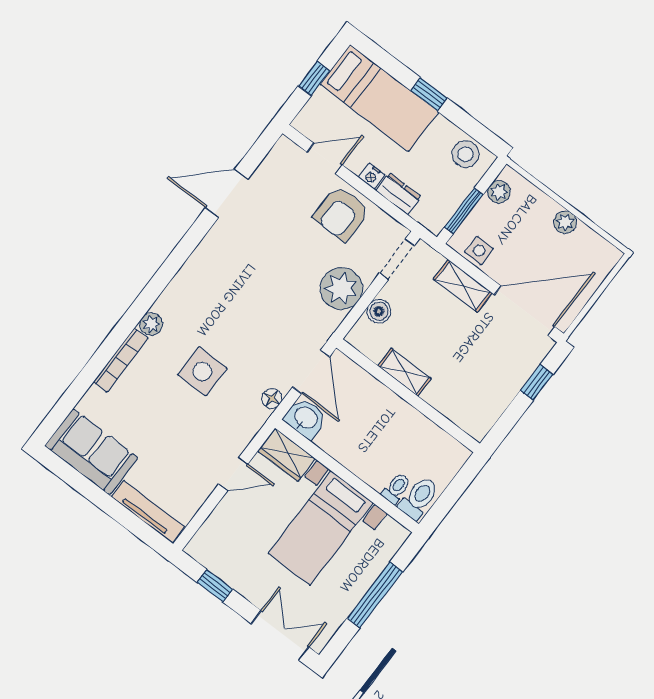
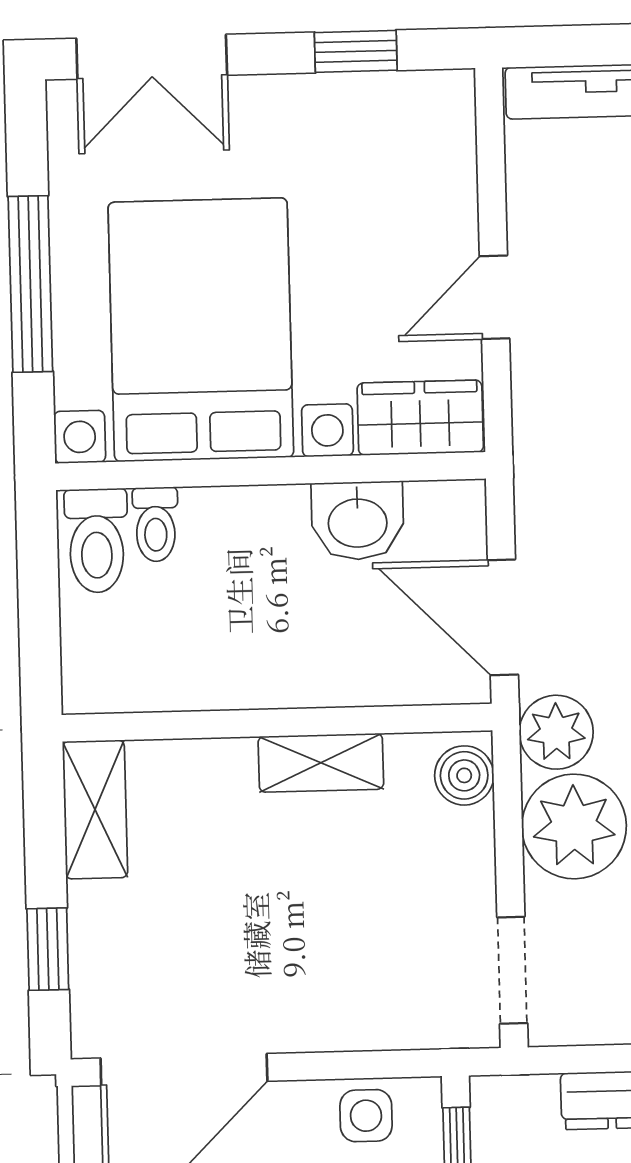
shelving: (463, 286) -> (95, 810), moved, turned 90
boiler: (379, 311) -> (464, 775), moved
plant: (323, 323) -> (556, 732), added
floor lamp: (272, 398) -> (538, 504), removed
washbasin: (306, 418) -> (358, 521), moved
bed with nightstands: (321, 528) -> (201, 330), width x1.36

